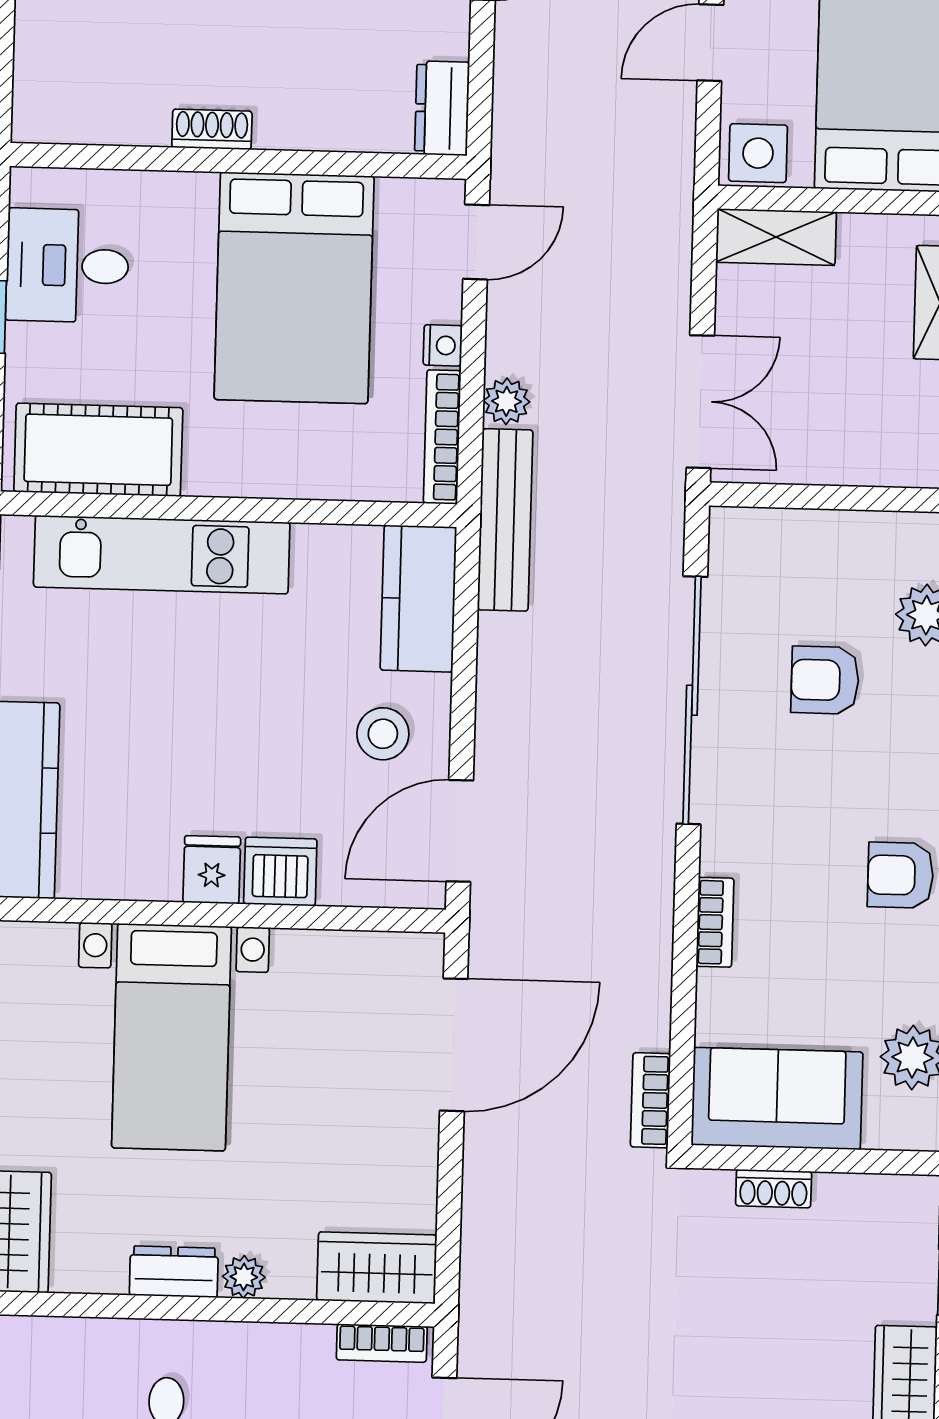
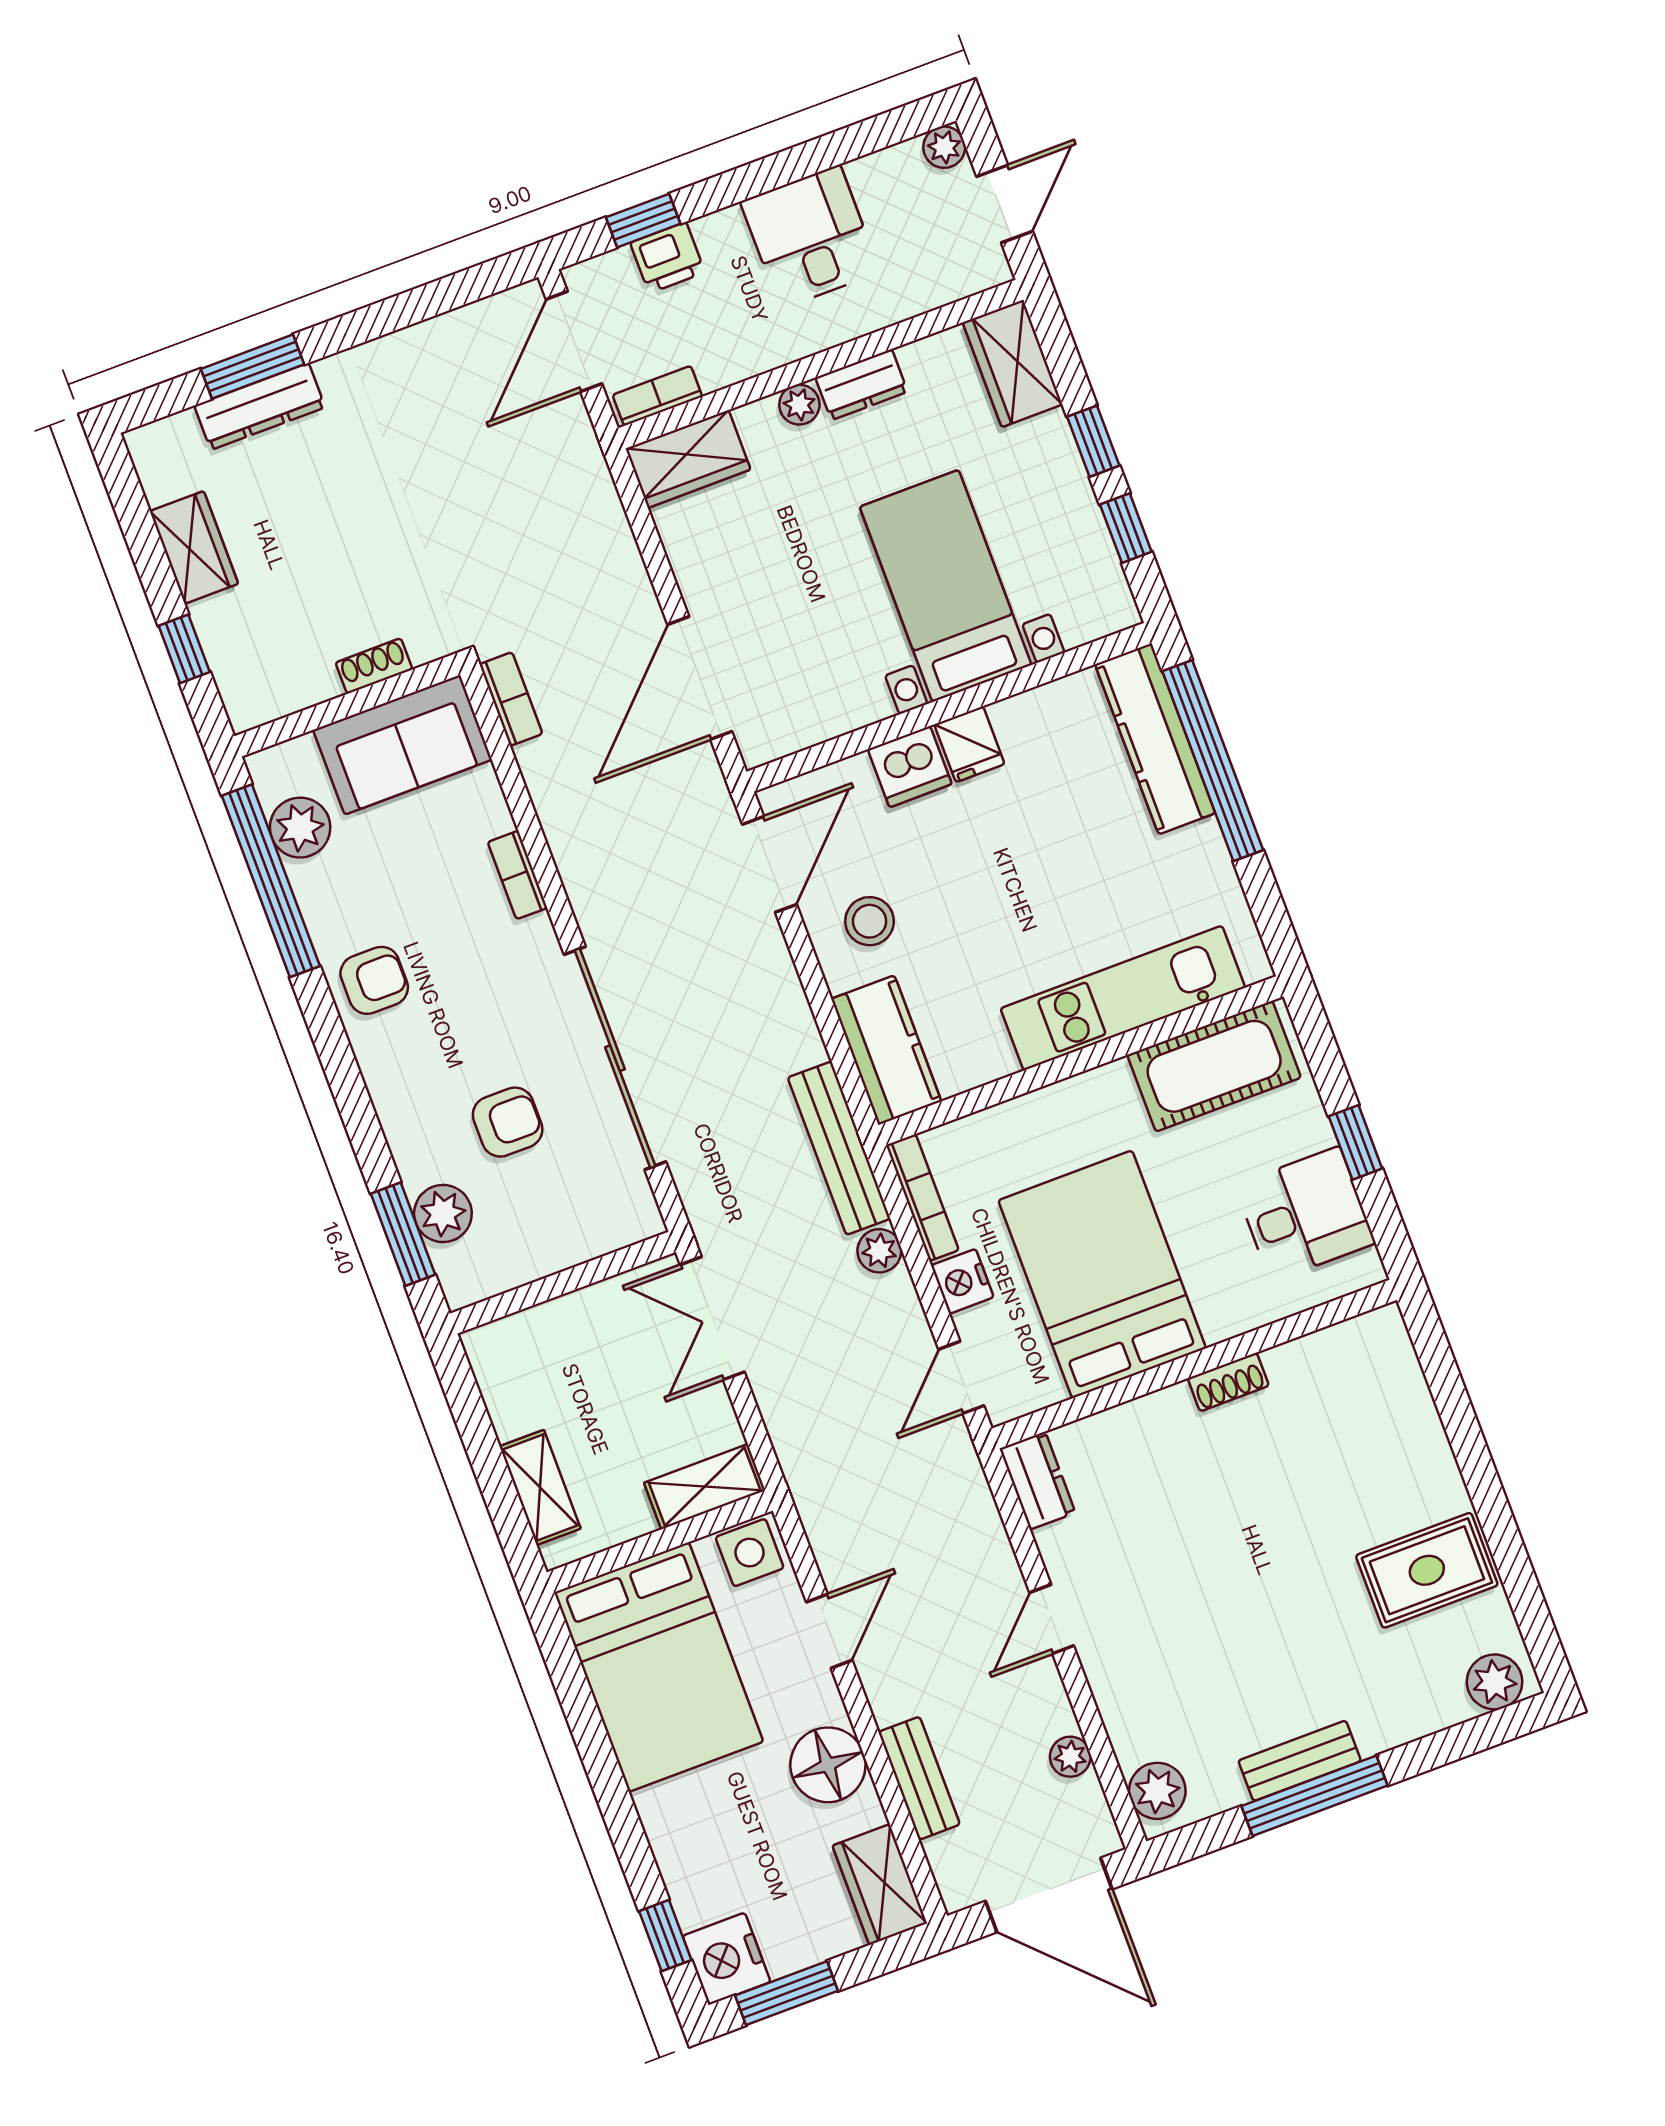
nightstand: (443, 345) -> (962, 1281), width x1.39, depth x1.35

